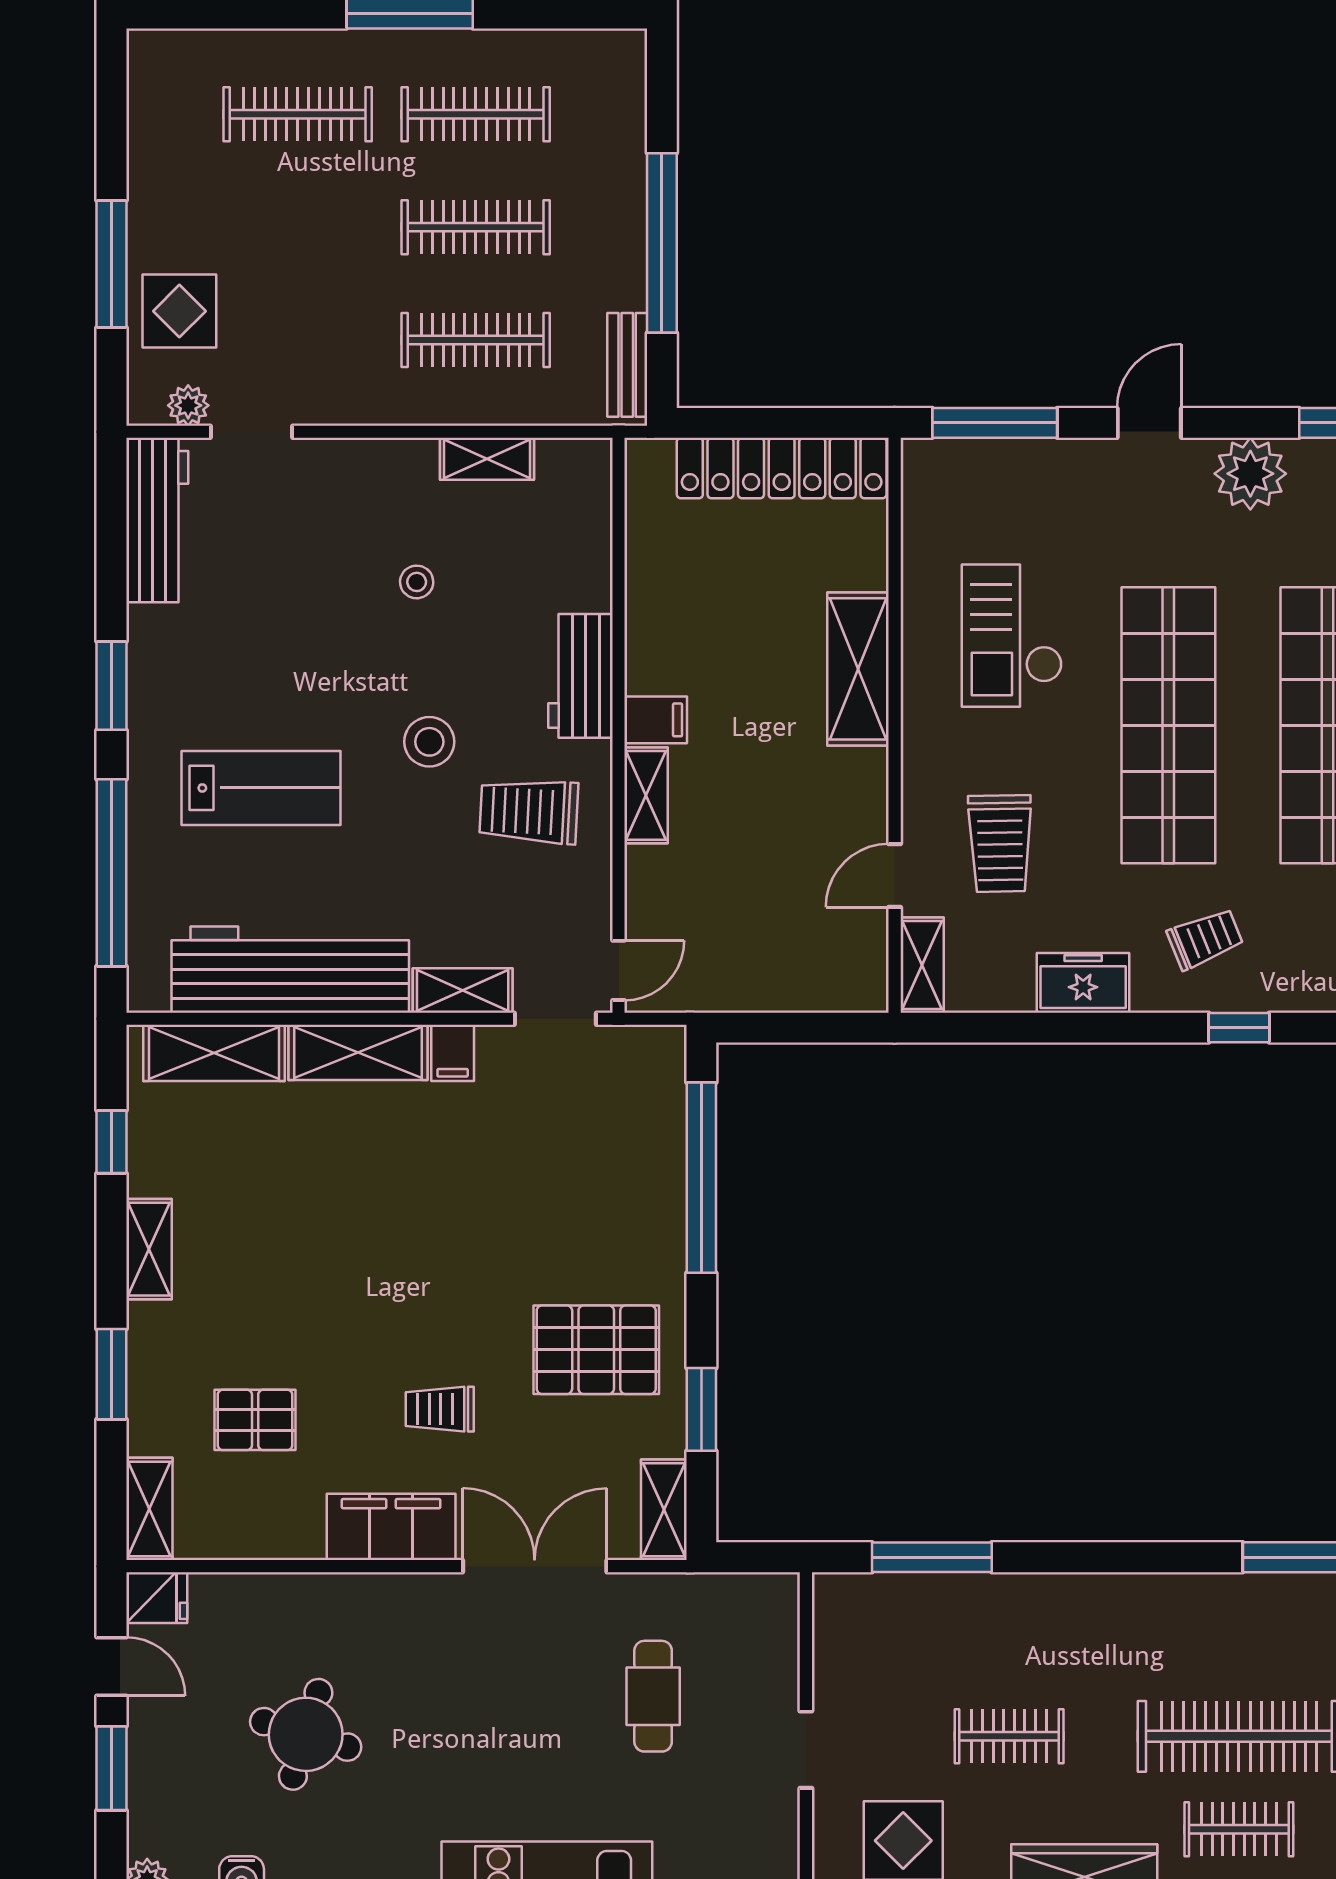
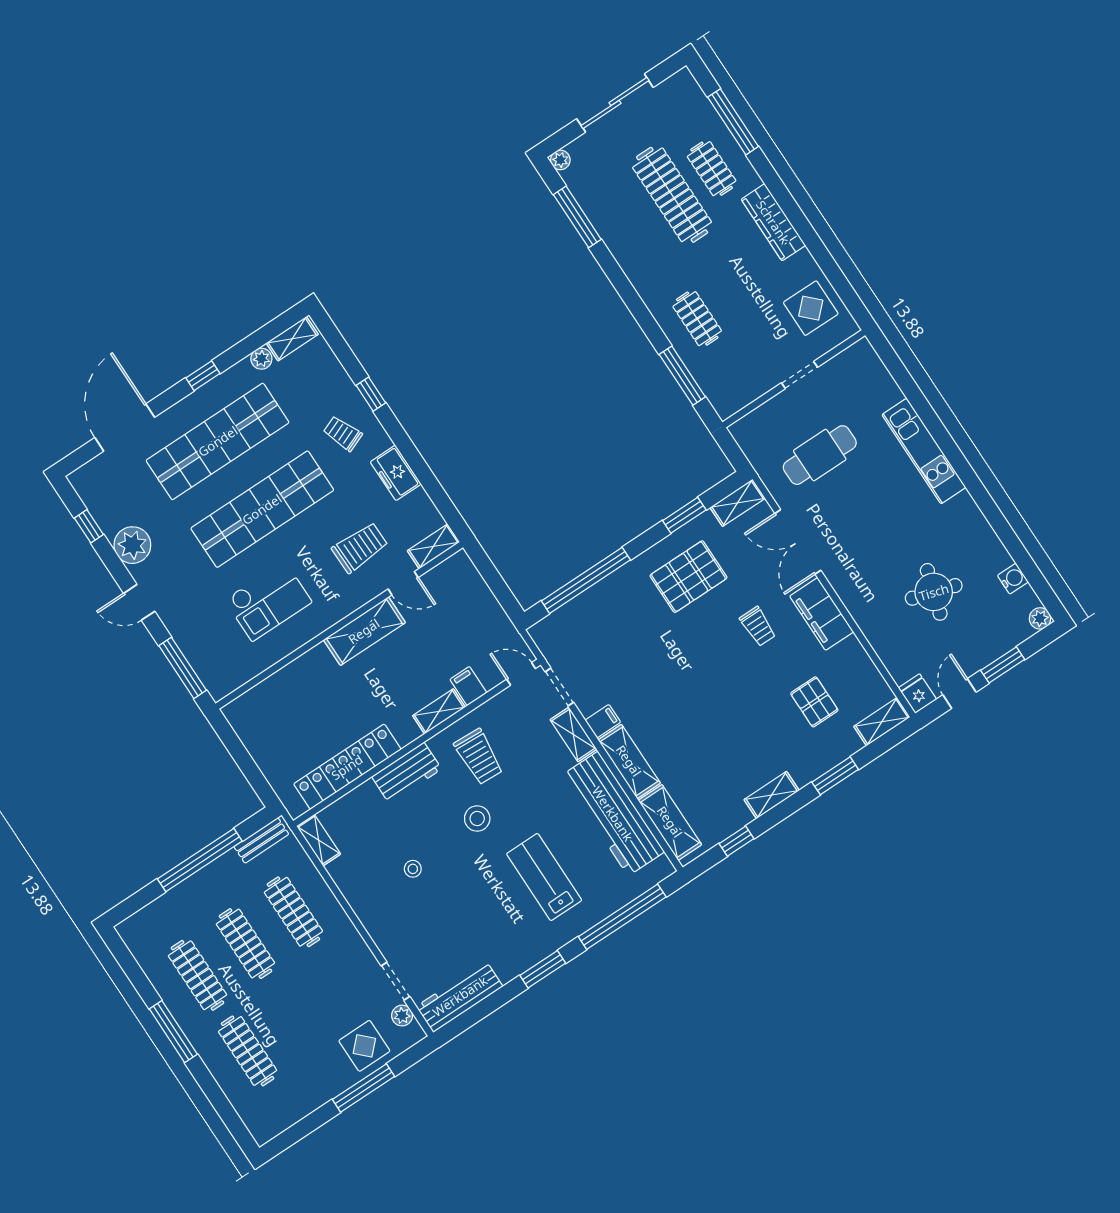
shelving: (487, 459) -> (319, 840), moved
locker: (782, 468) -> (347, 767), moved, turned -90
shelving: (858, 669) -> (364, 631), moved
filing cabinet: (656, 720) -> (468, 686), moved
pallet: (596, 1350) -> (689, 577), turned 90
cafe table: (653, 1696) -> (820, 455), width x1.37, depth x1.35
clothes rail: (1009, 1736) -> (697, 319), moved

